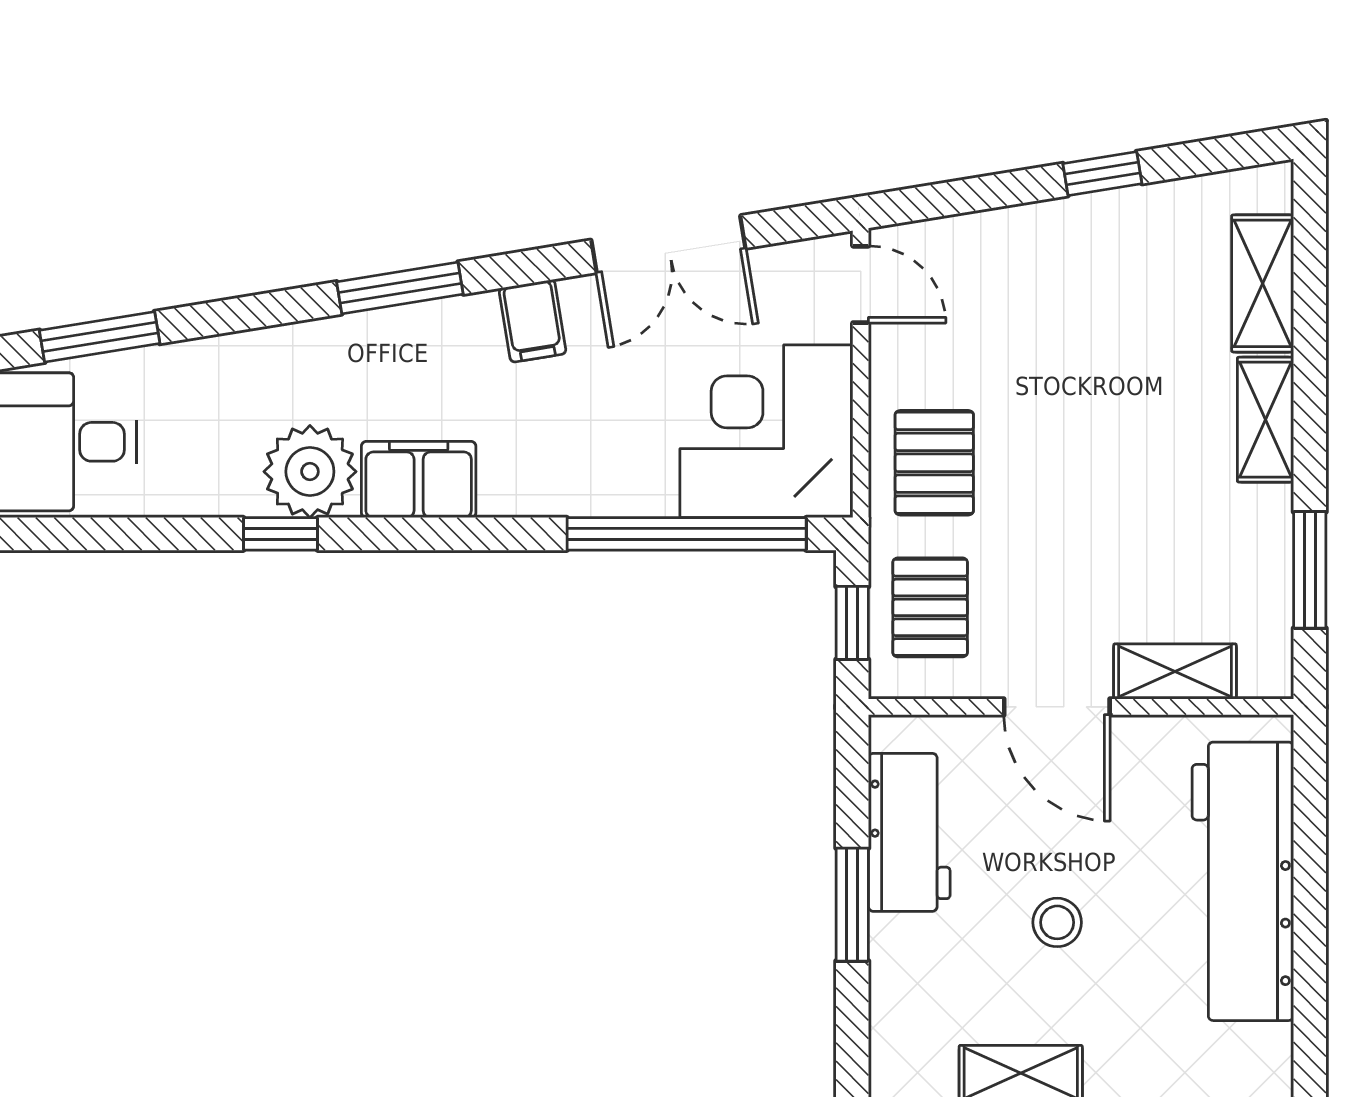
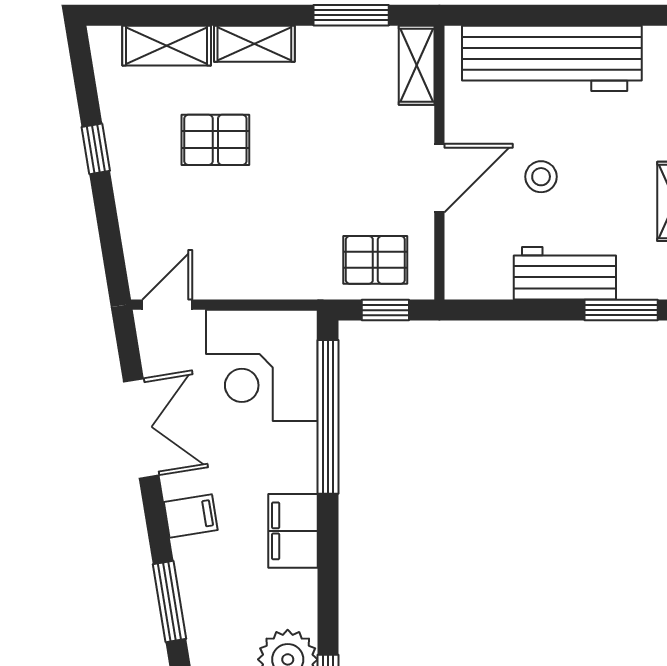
pallet: (934, 463) -> (215, 140), moved
filing cabinet: (419, 480) -> (293, 531), moved
shelving: (1175, 672) -> (417, 65), moved
workbench: (909, 832) -> (565, 273), moved
window: (852, 905) -> (621, 310), moved
stool: (1057, 922) -> (541, 177), moved

